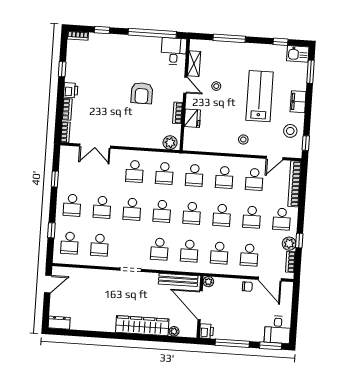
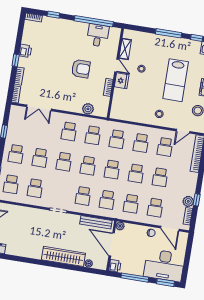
window: (229, 38) -> (169, 33), moved
desk: (174, 51) -> (98, 35), moved
window: (62, 69) -> (16, 60), moved
printer: (71, 90) -> (25, 51), moved
armchair: (142, 93) -> (81, 69), turned -90
lab bench: (260, 96) -> (176, 80), turned 180
fridge: (192, 118) -> (122, 81), moved
plant: (170, 143) -> (88, 109), moved
school desk: (282, 219) -> (184, 181), removed
desk: (278, 330) -> (164, 265), width x1.87, depth x1.30

